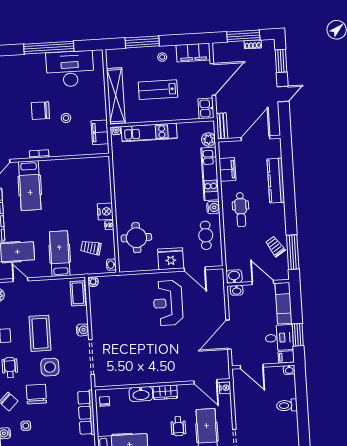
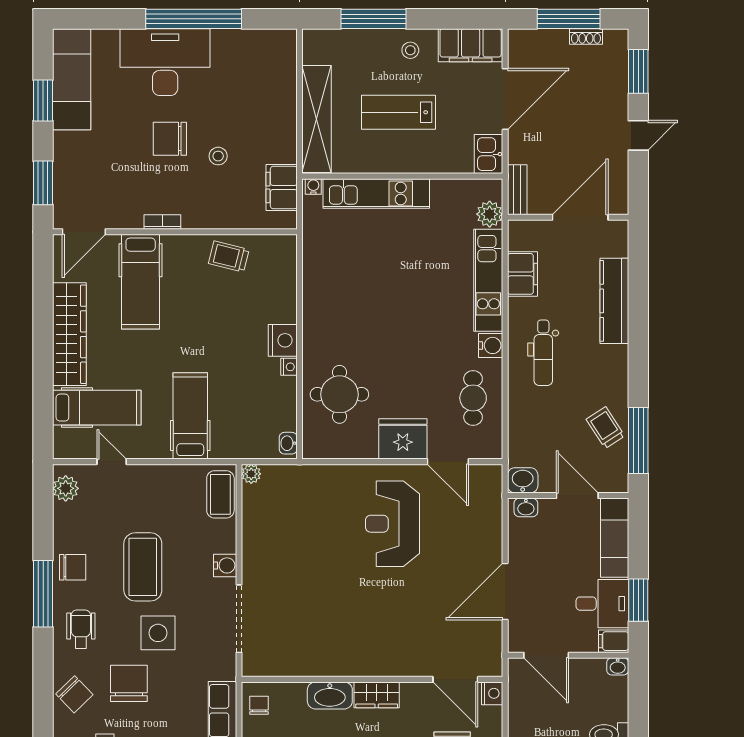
desk: (70, 69) -> (165, 62), moved
trolley: (91, 248) -> (229, 257), moved

